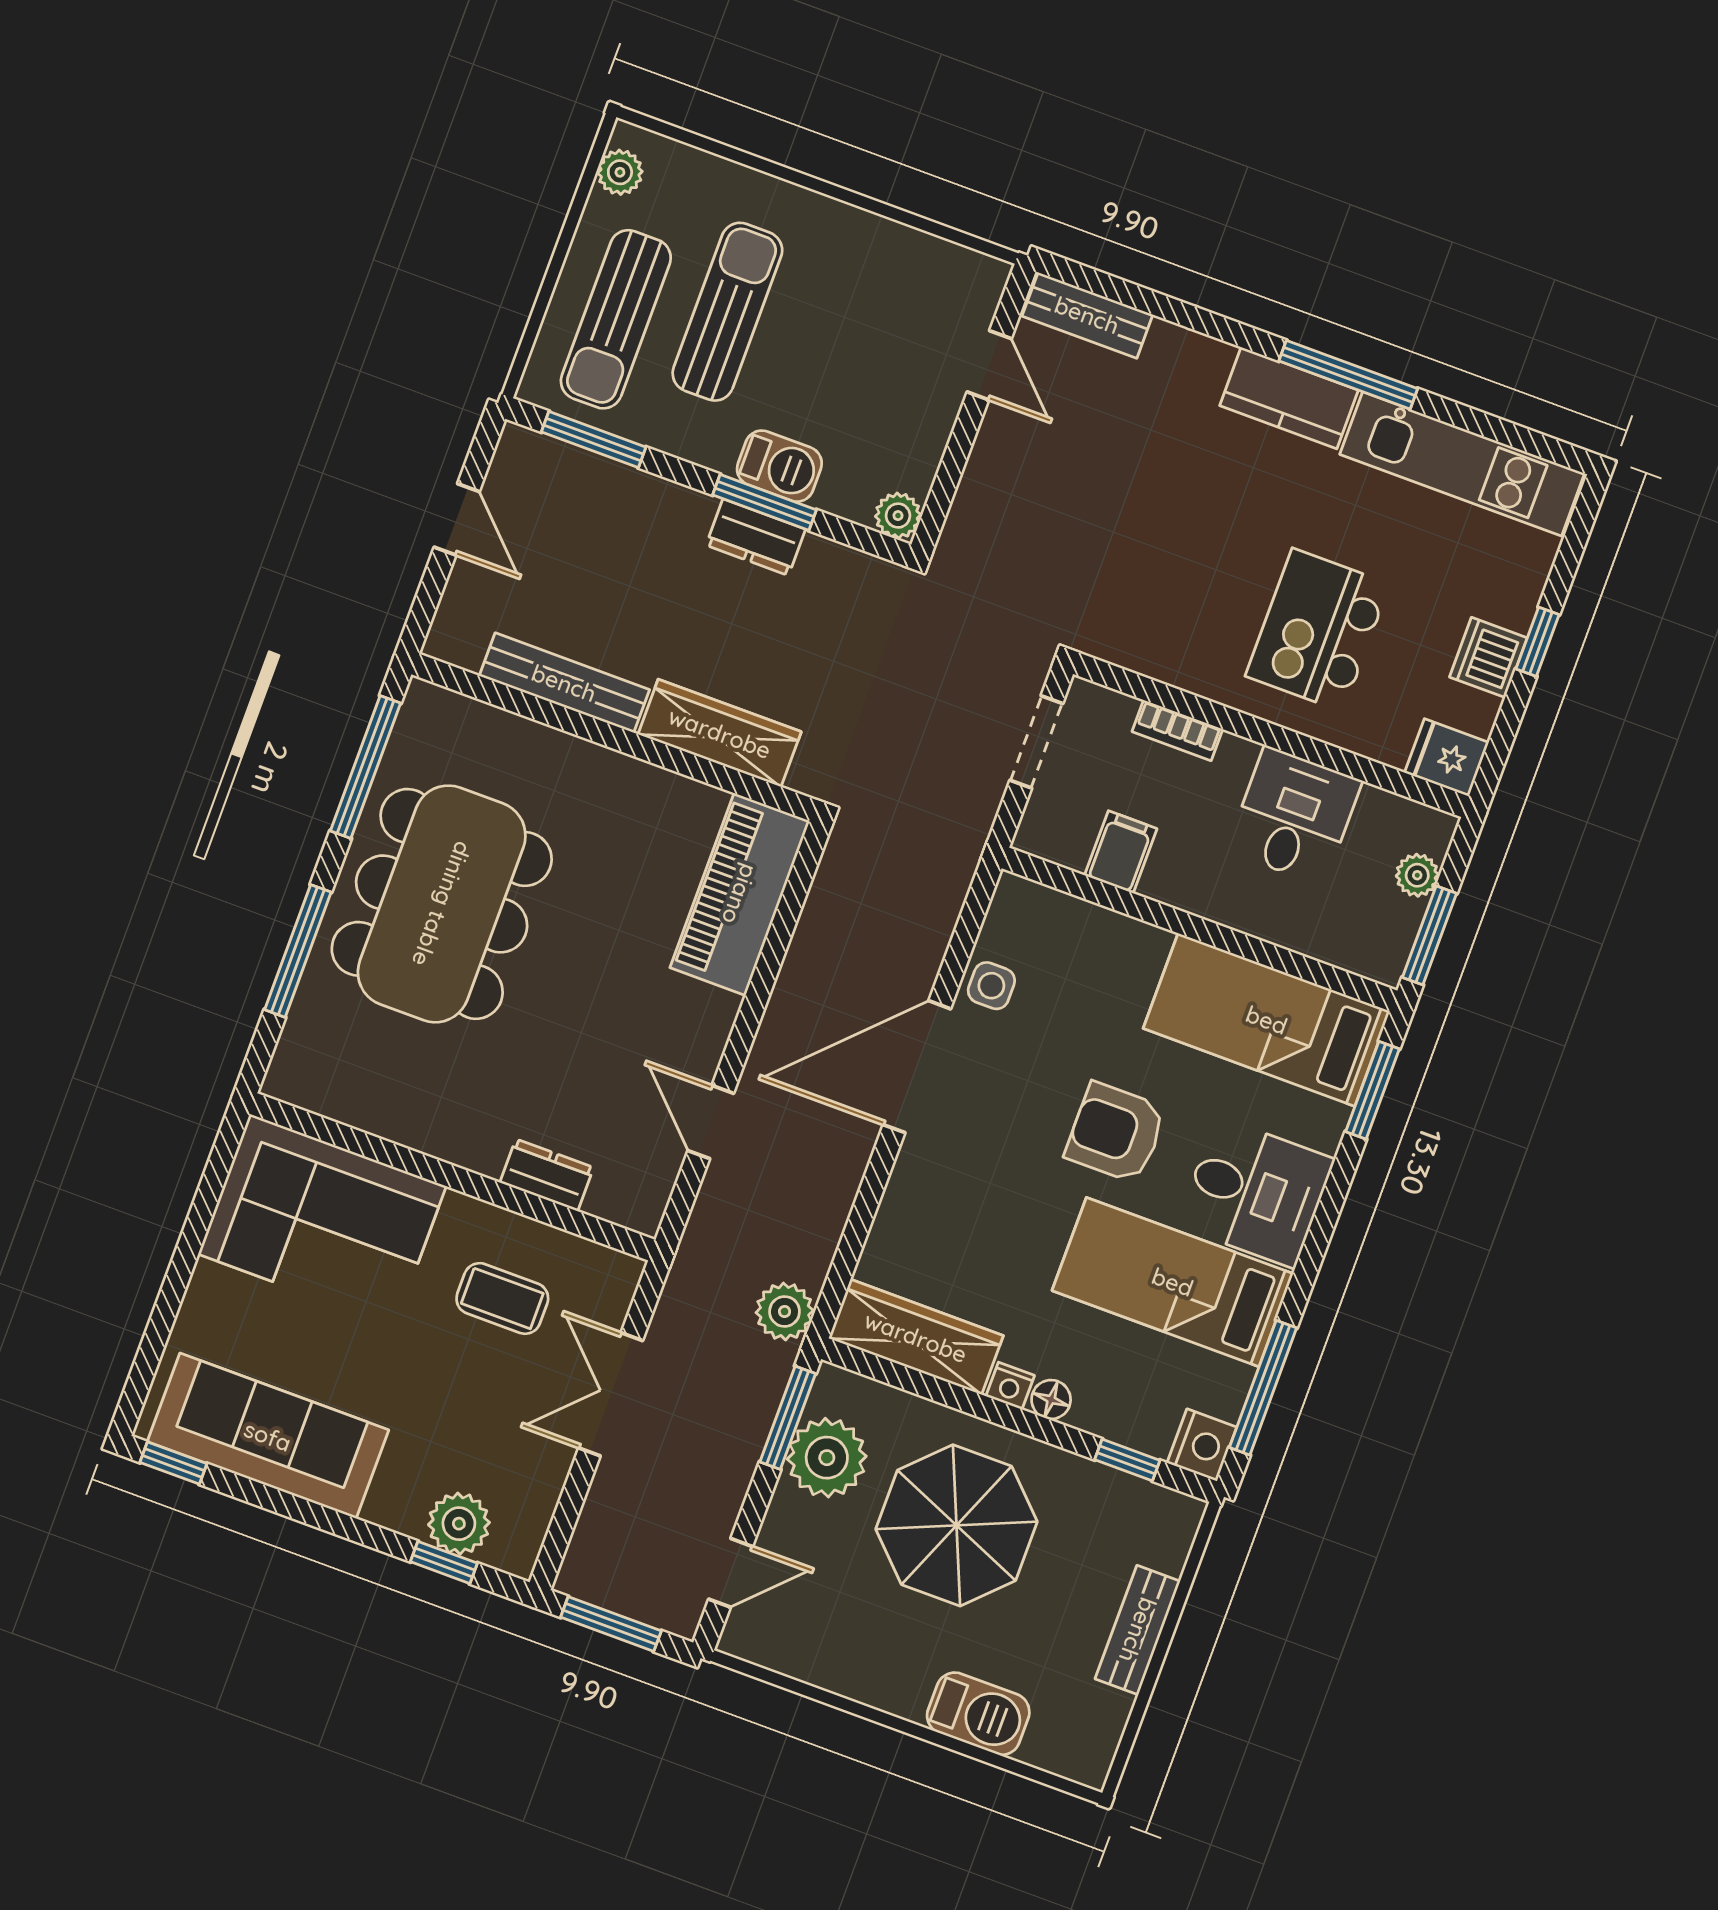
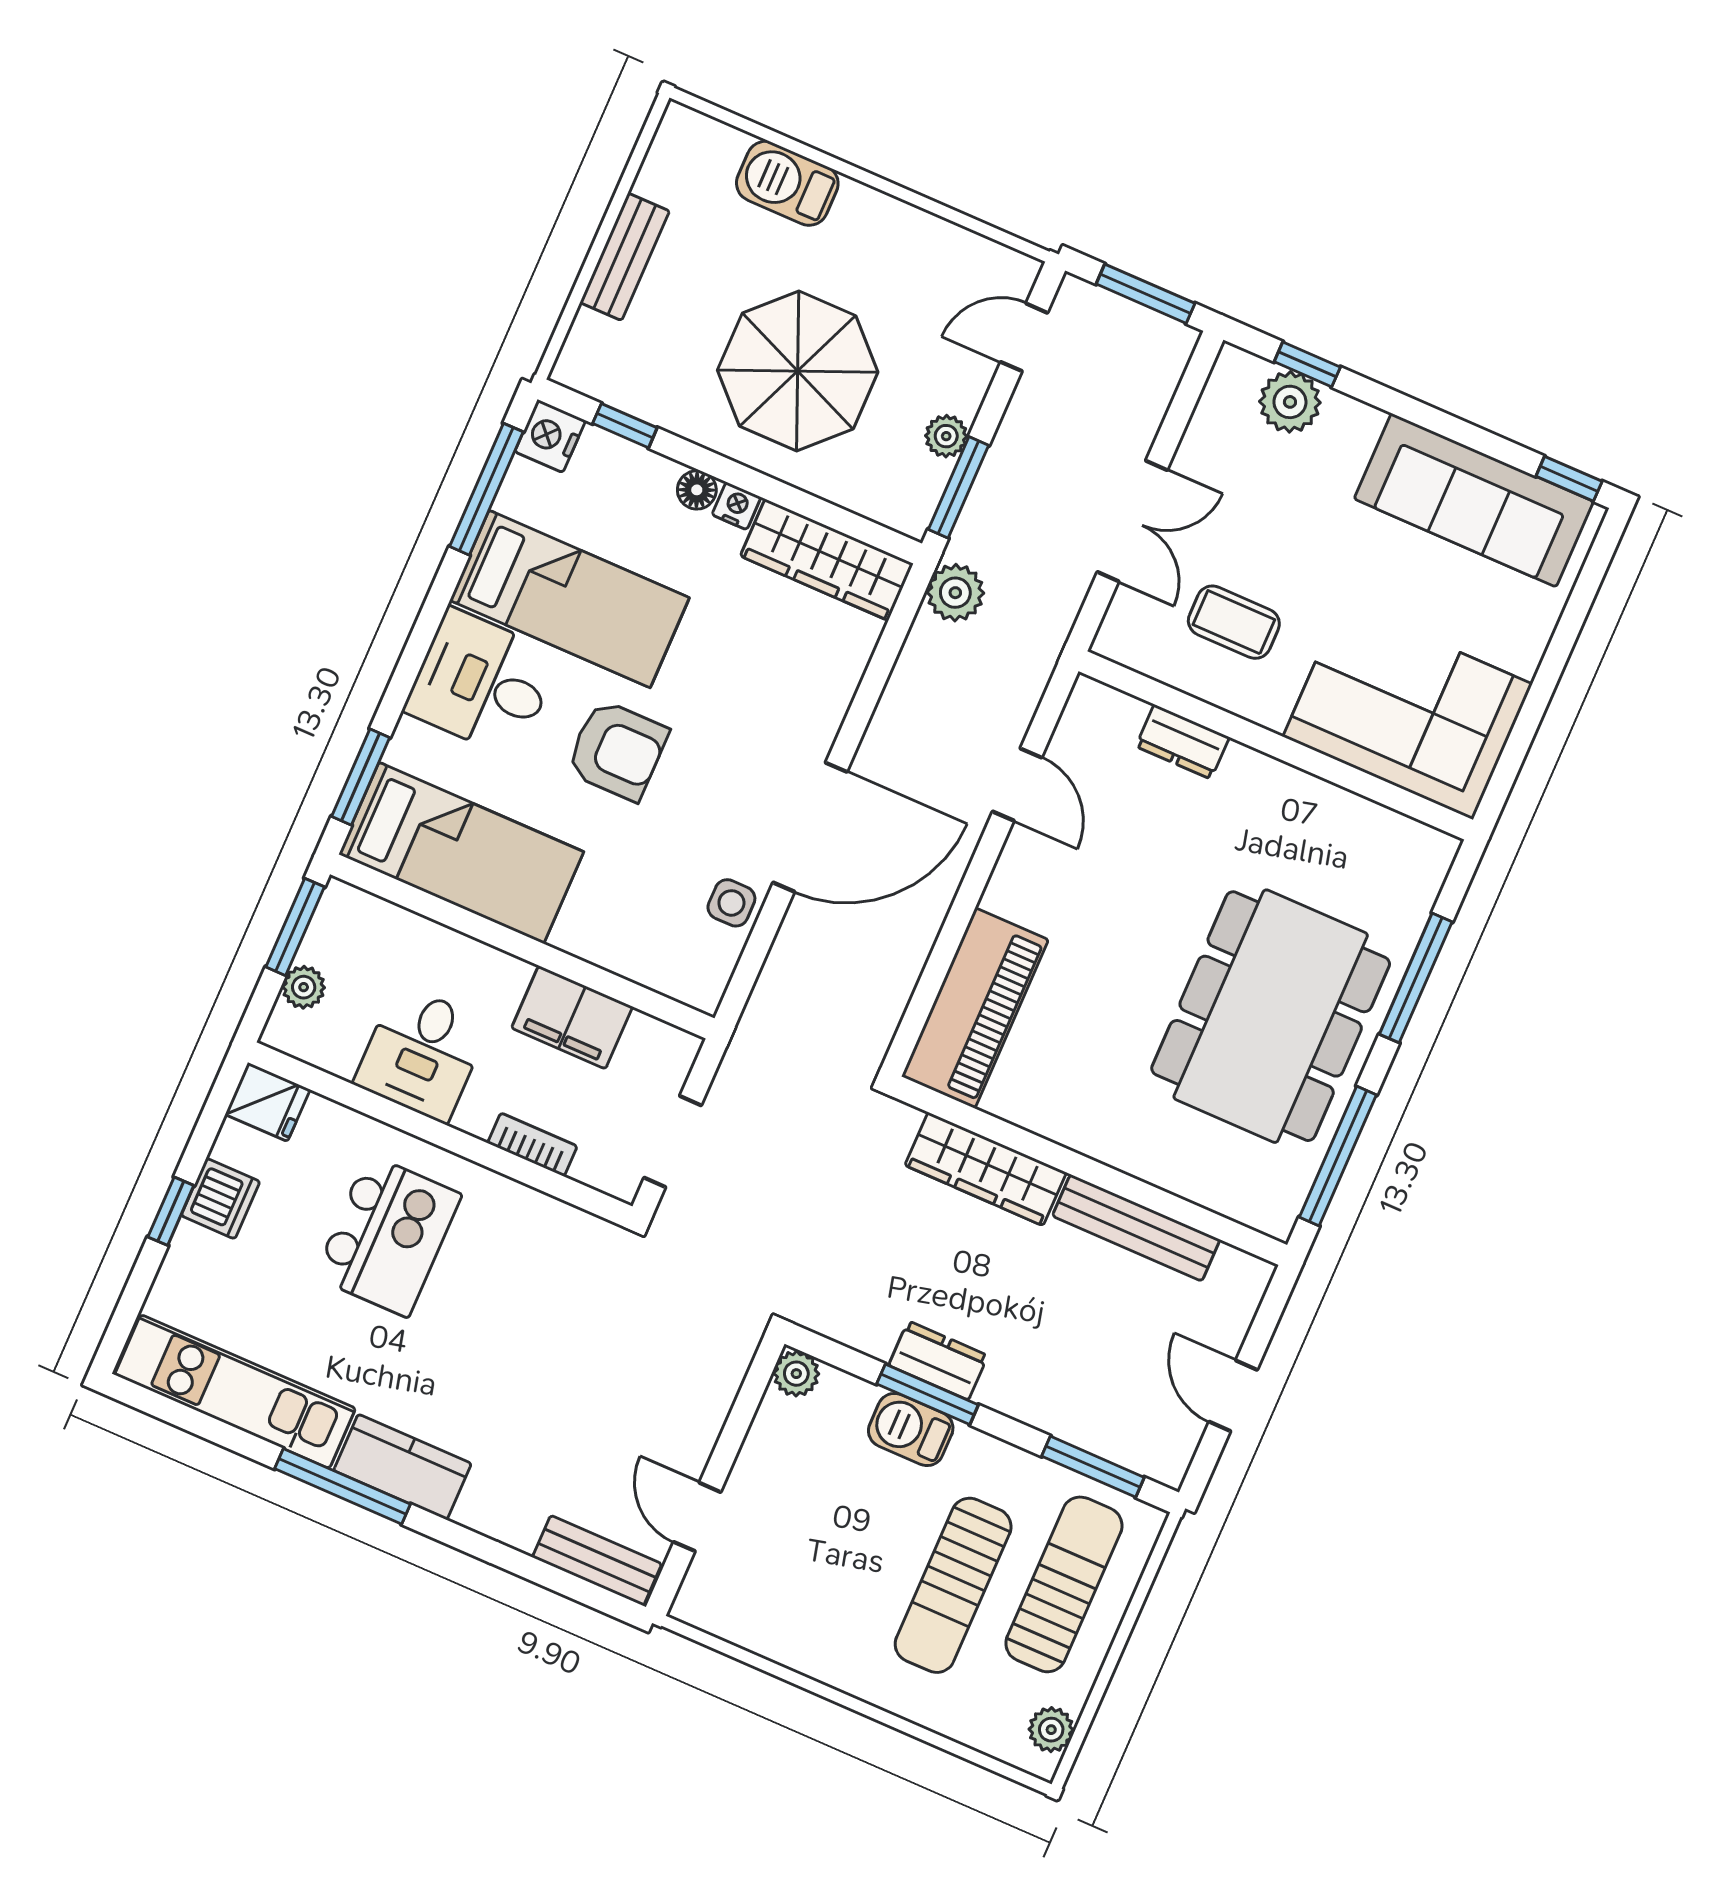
filing cabinet: (1121, 852) -> (572, 1017), width x2.00
plant: (827, 1458) -> (946, 436), width x0.53, depth x0.53

